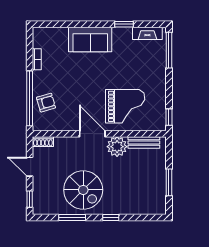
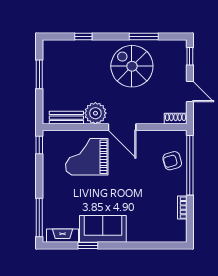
sofa: (90, 40) -> (103, 229), moved
window: (111, 218) -> (83, 36), moved

